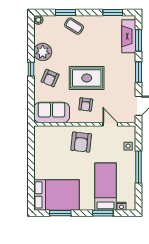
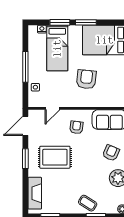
window: (138, 40) -> (25, 189), removed
rug: (87, 78) -> (55, 157), moved
door: (110, 124) -> (53, 108), hinge flipped
armchair: (81, 142) -> (86, 79), moved
window: (60, 213) -> (86, 22), moved

